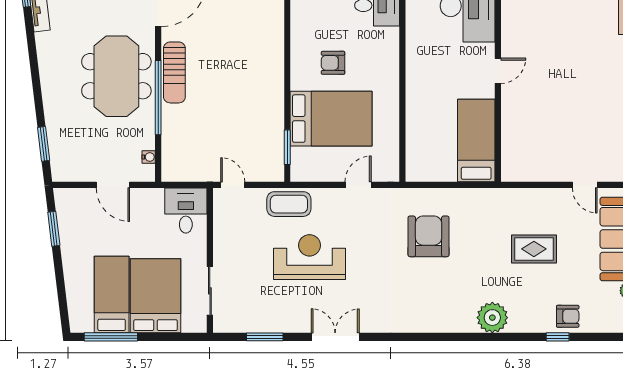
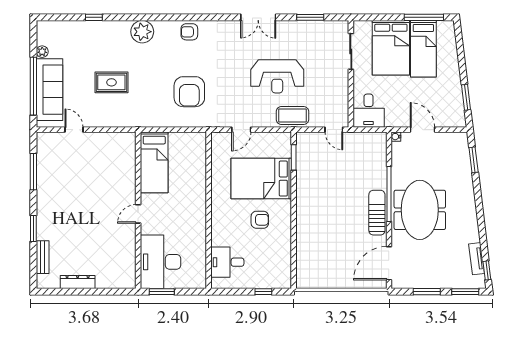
water cooler: (149, 157) -> (396, 137), moved
armchair: (568, 316) -> (189, 32), moved

